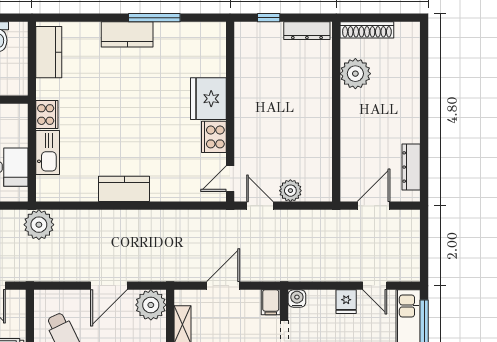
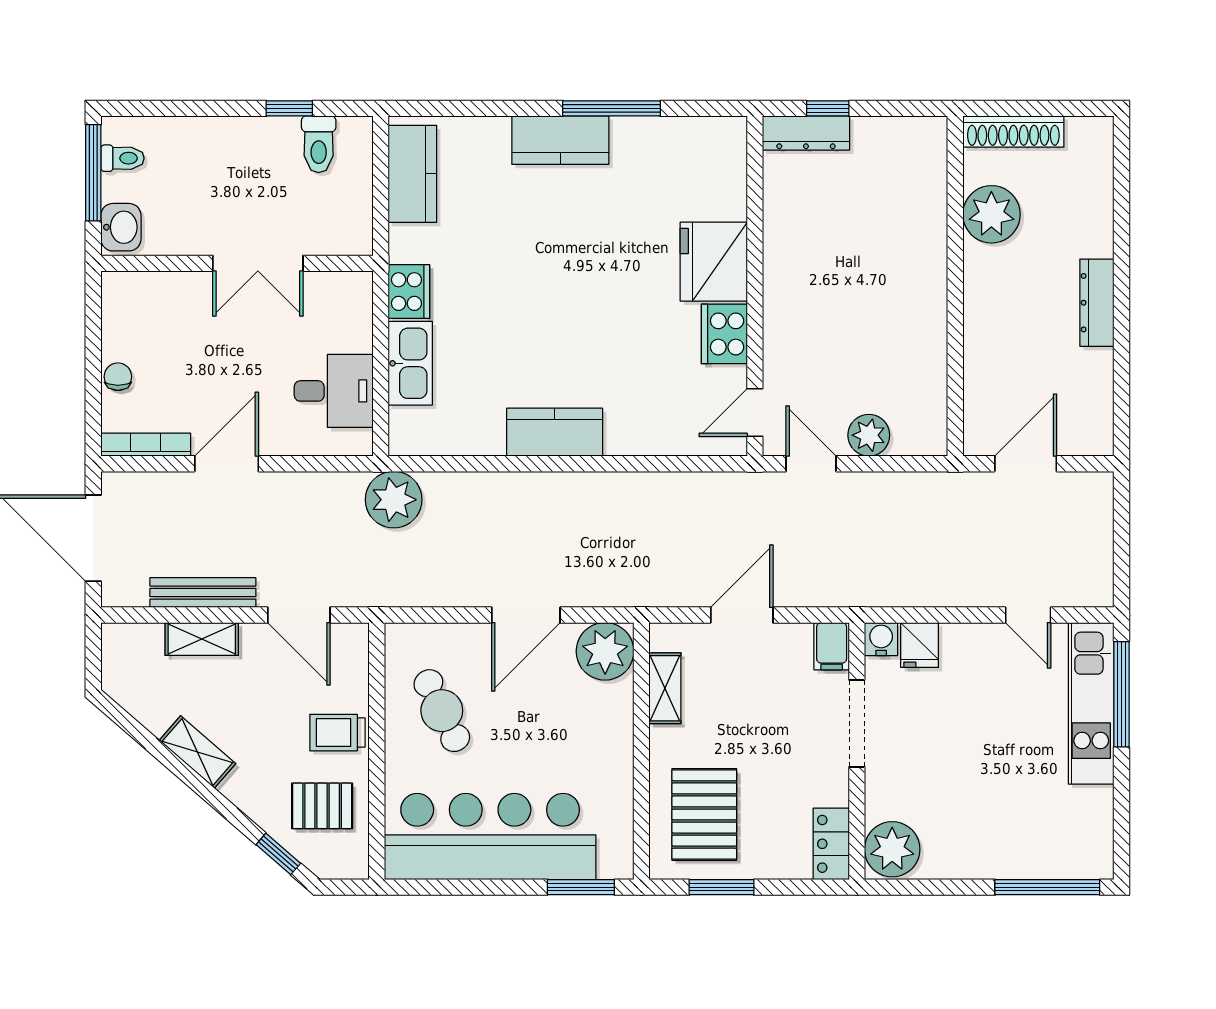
dresser: (307, 31) -> (806, 133), moved
dresser: (411, 167) -> (1097, 303), moved
fridge: (346, 302) -> (920, 645), moved

